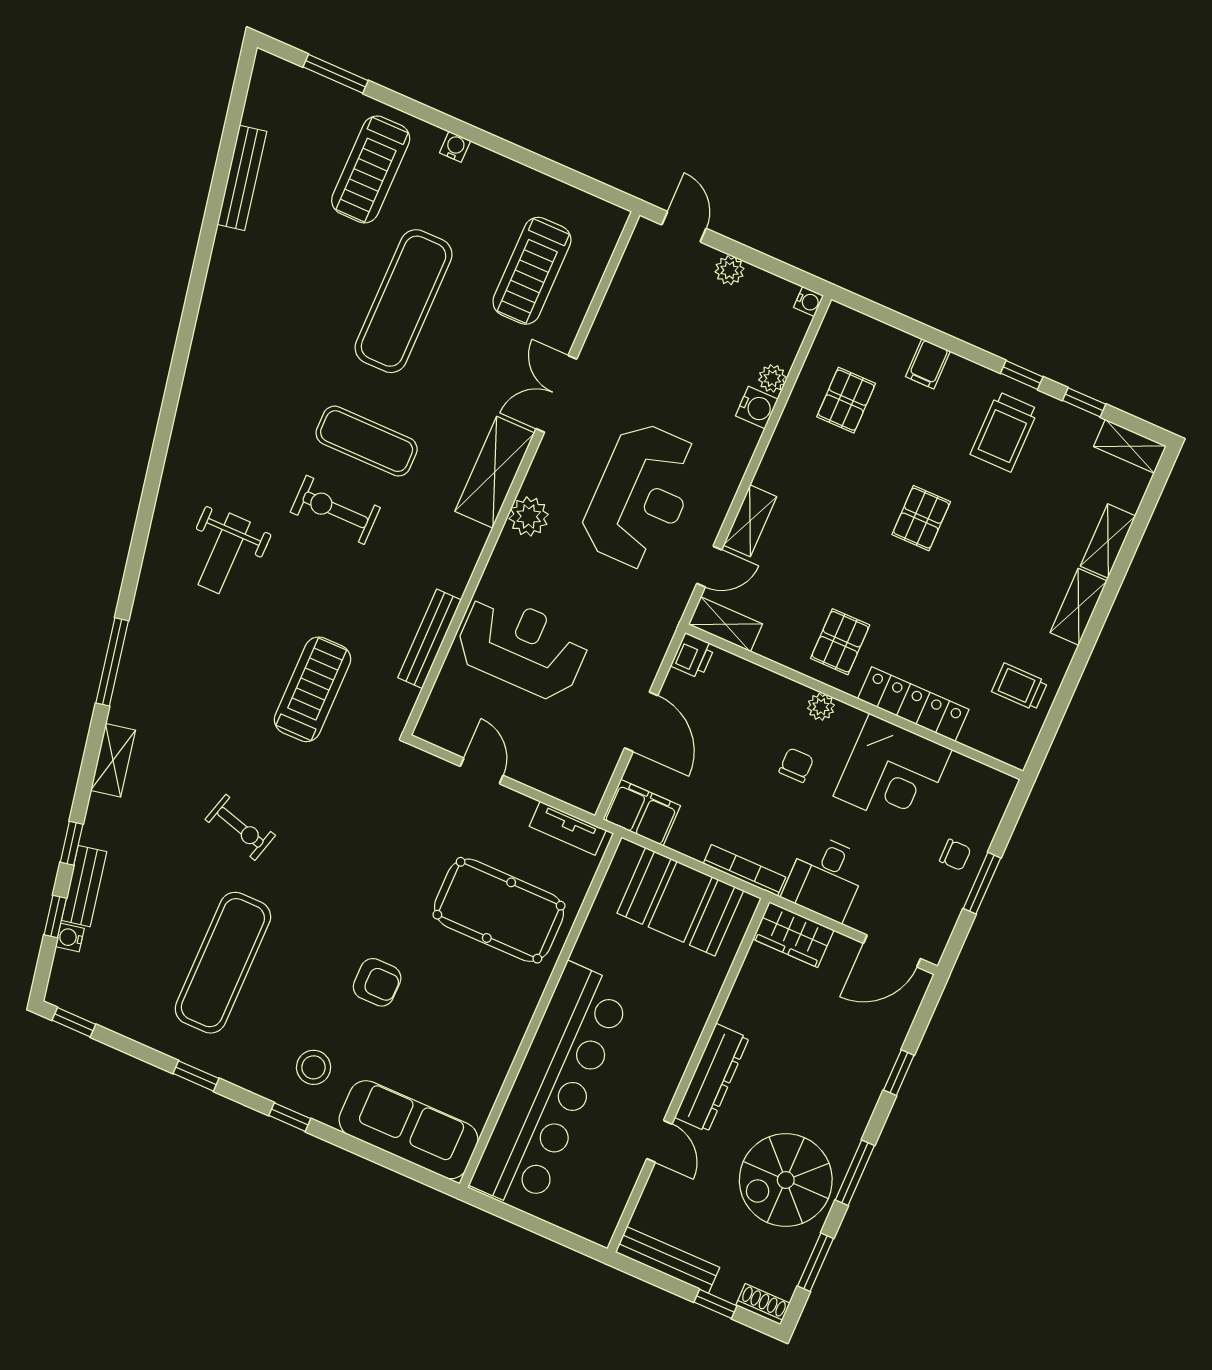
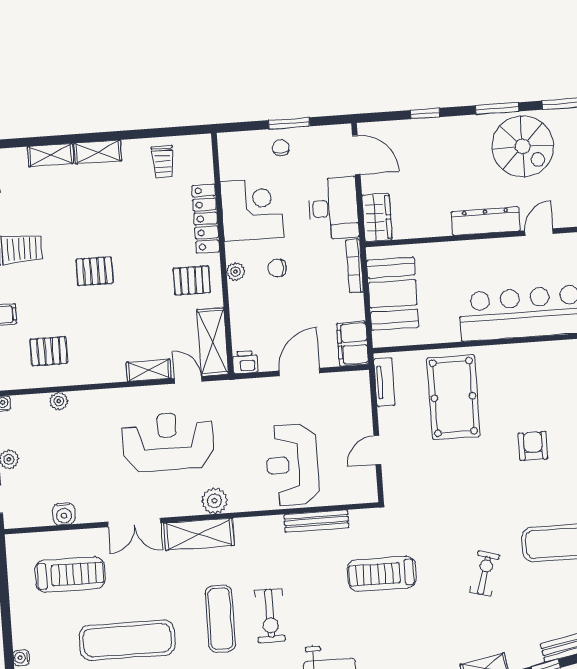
water cooler: (757, 408) -> (64, 514), moved, turned 180
shelving: (725, 624) -> (213, 342), width x1.50, depth x1.33
desk: (825, 878) -> (333, 208), width x1.37

